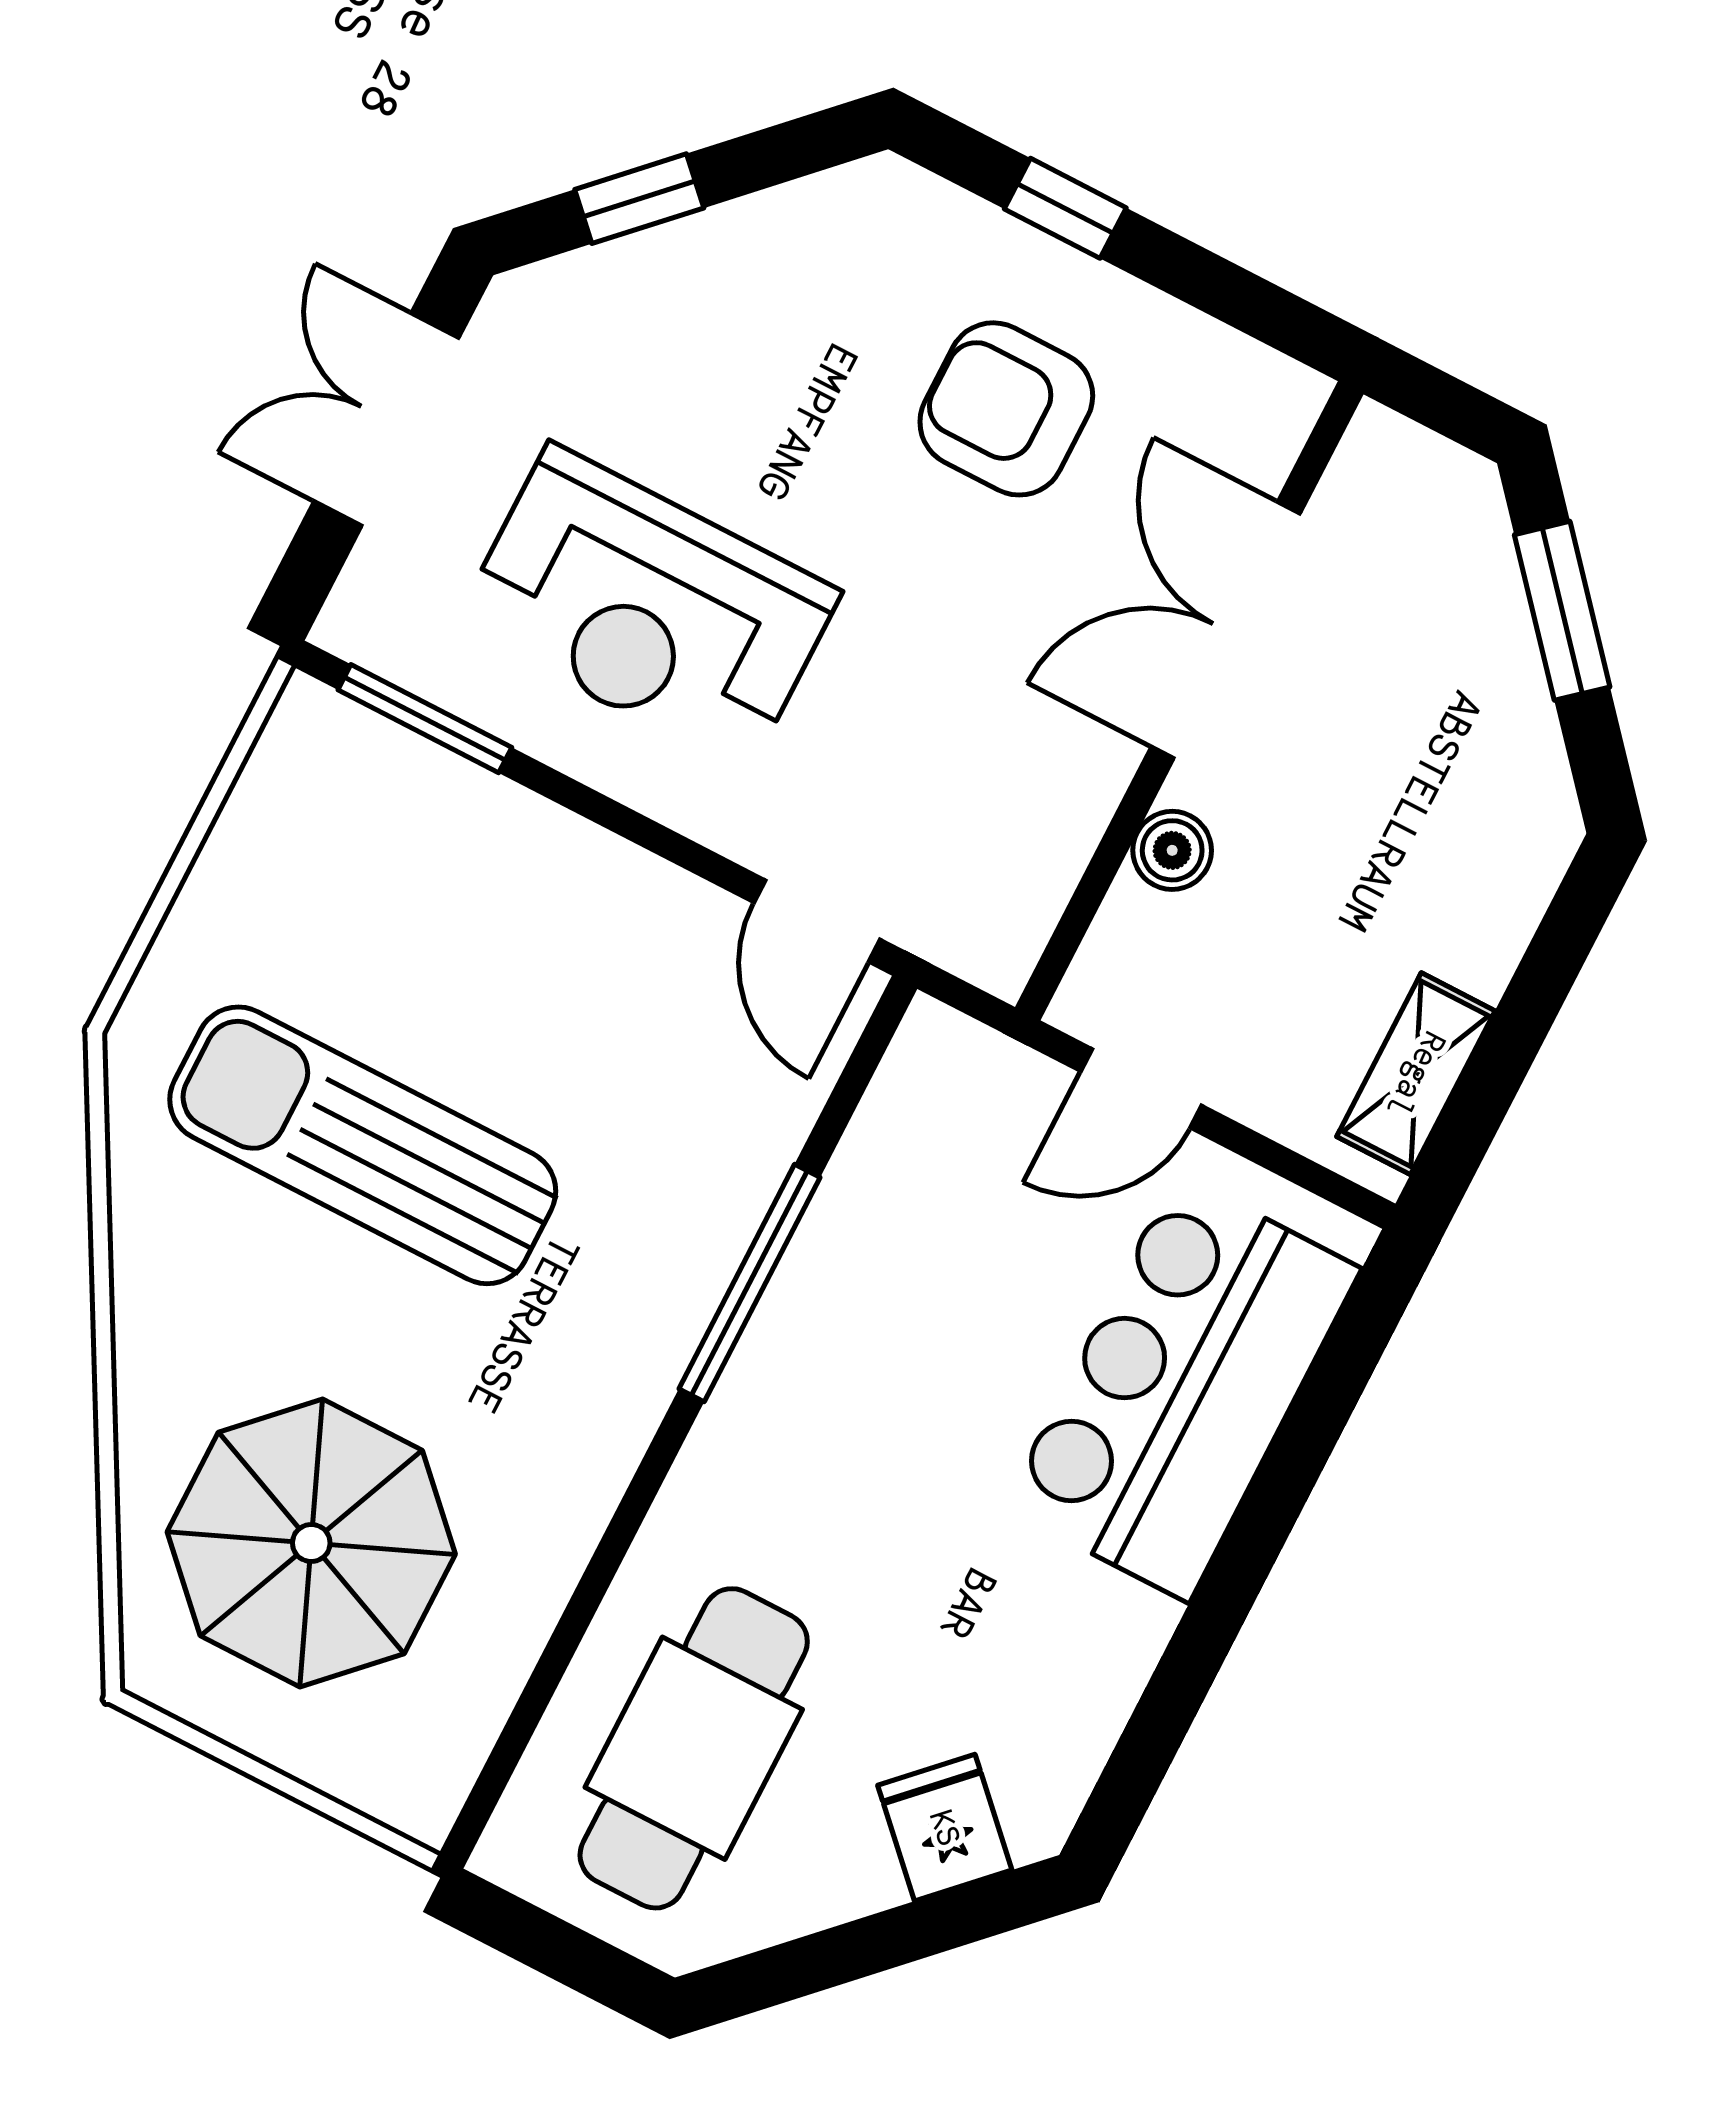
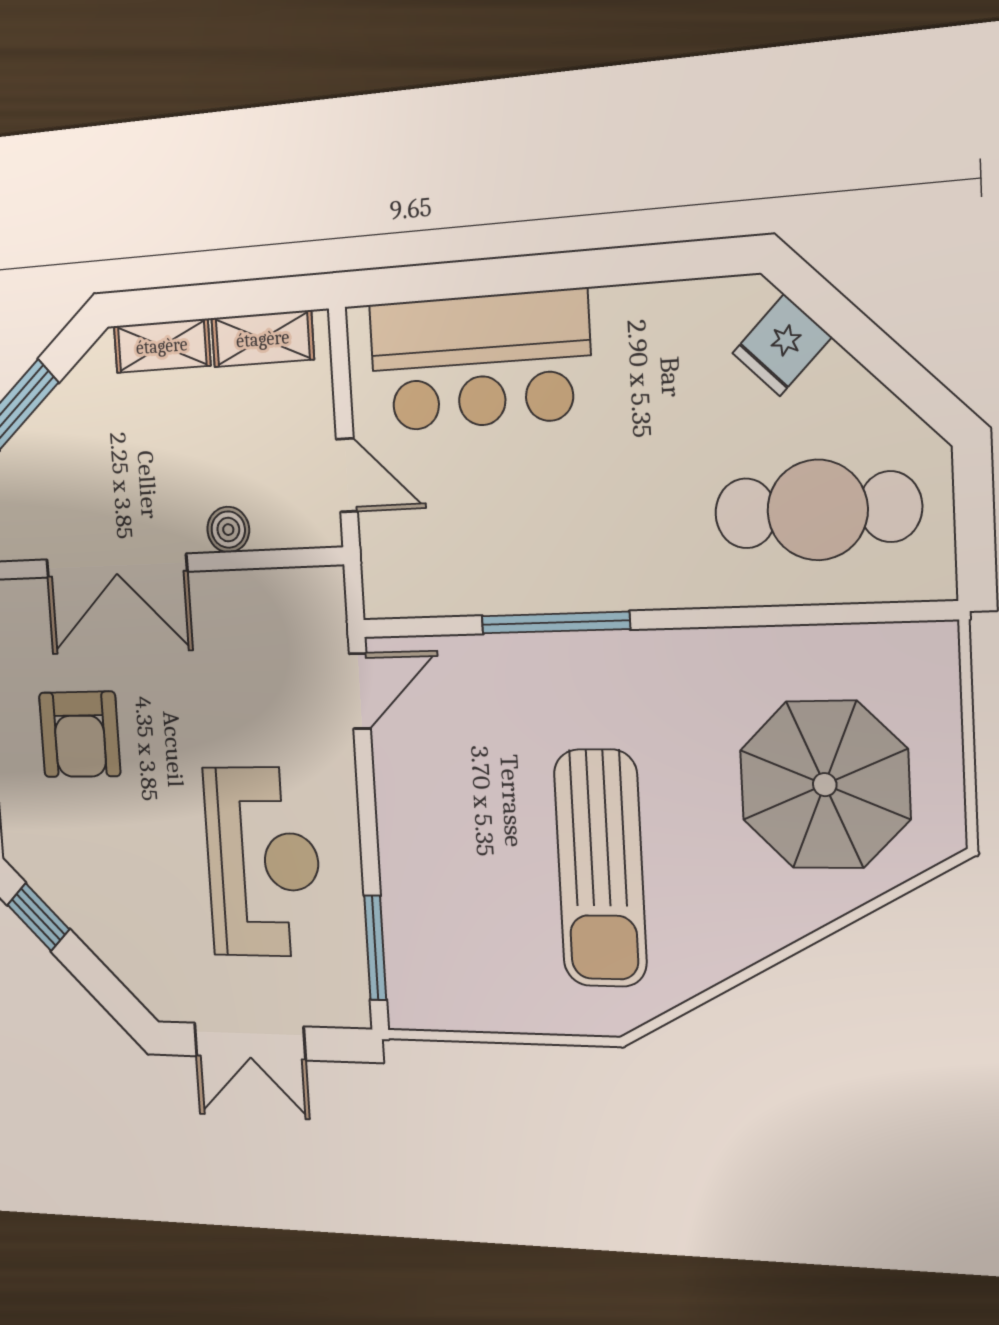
window: (639, 199) -> (38, 917), moved
shelving: (1504, 906) -> (162, 346), added

